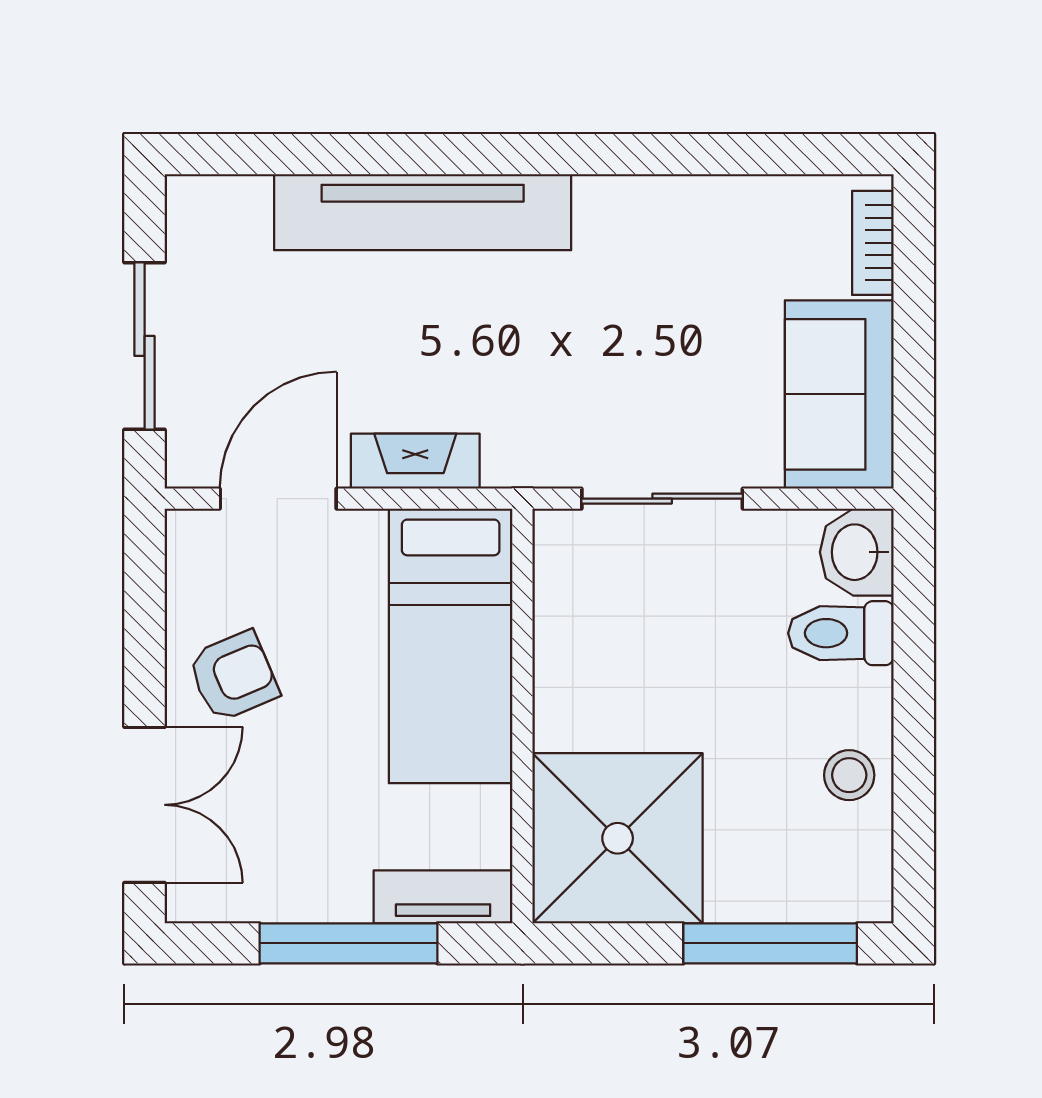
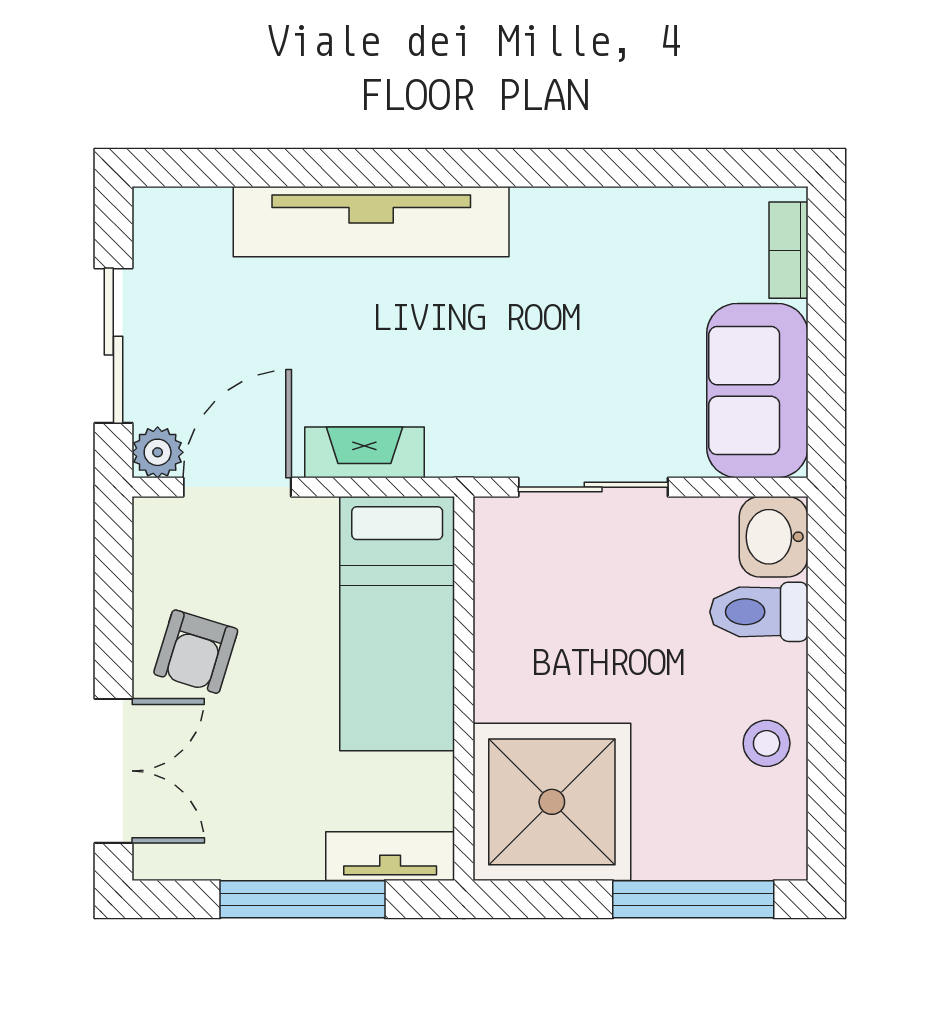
plant: (192, 461) -> (158, 452), added
armchair: (233, 676) -> (196, 652), turned 130

